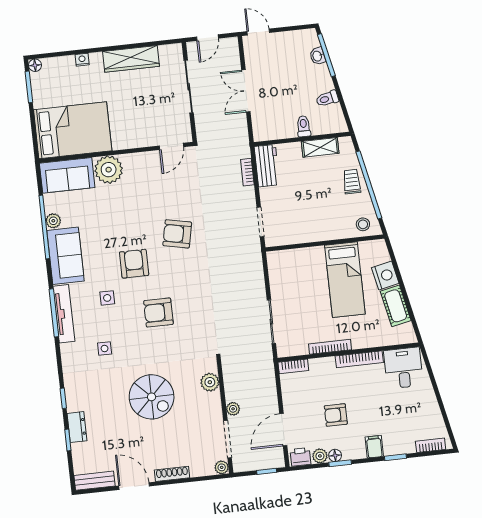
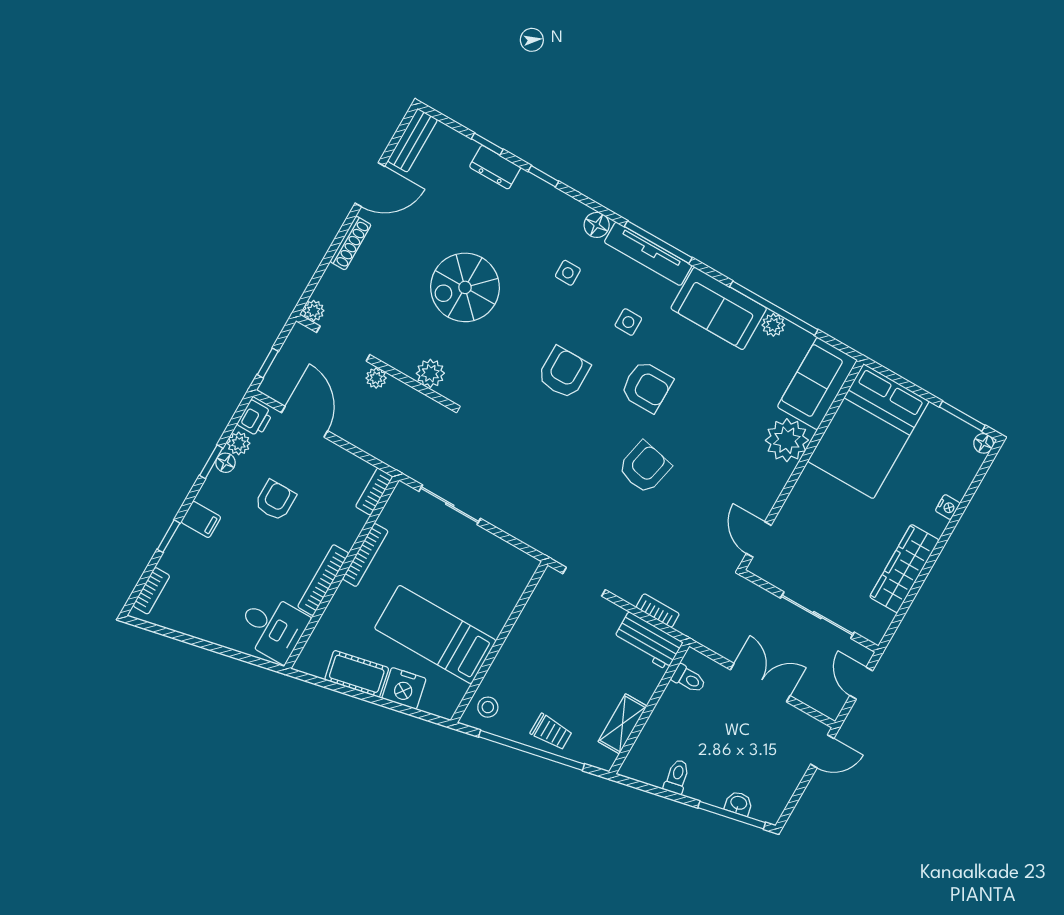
toilet: (304, 126) -> (689, 679), moved
floor lamp: (68, 352) -> (597, 225), added

